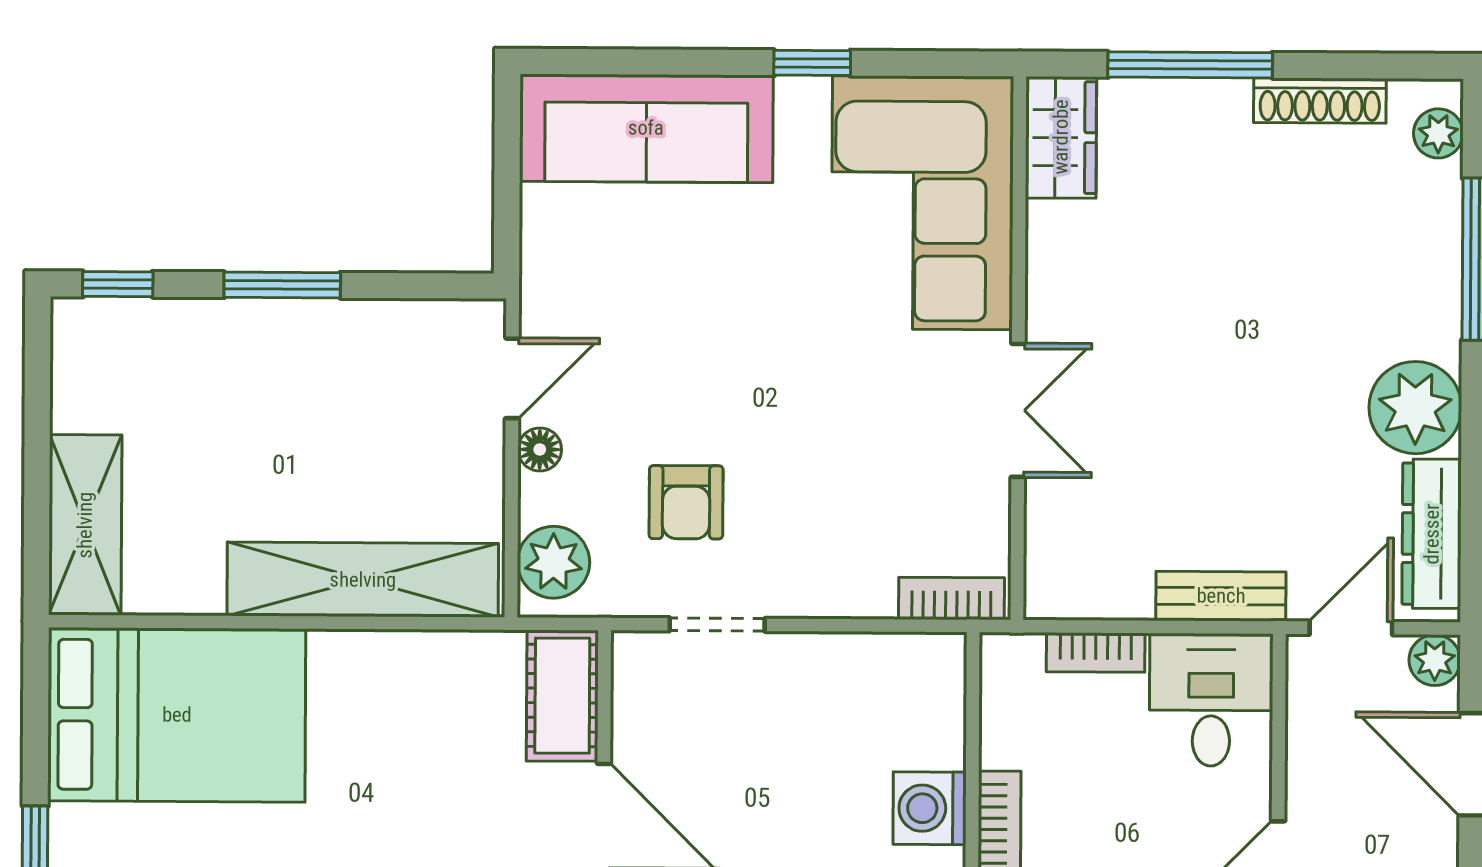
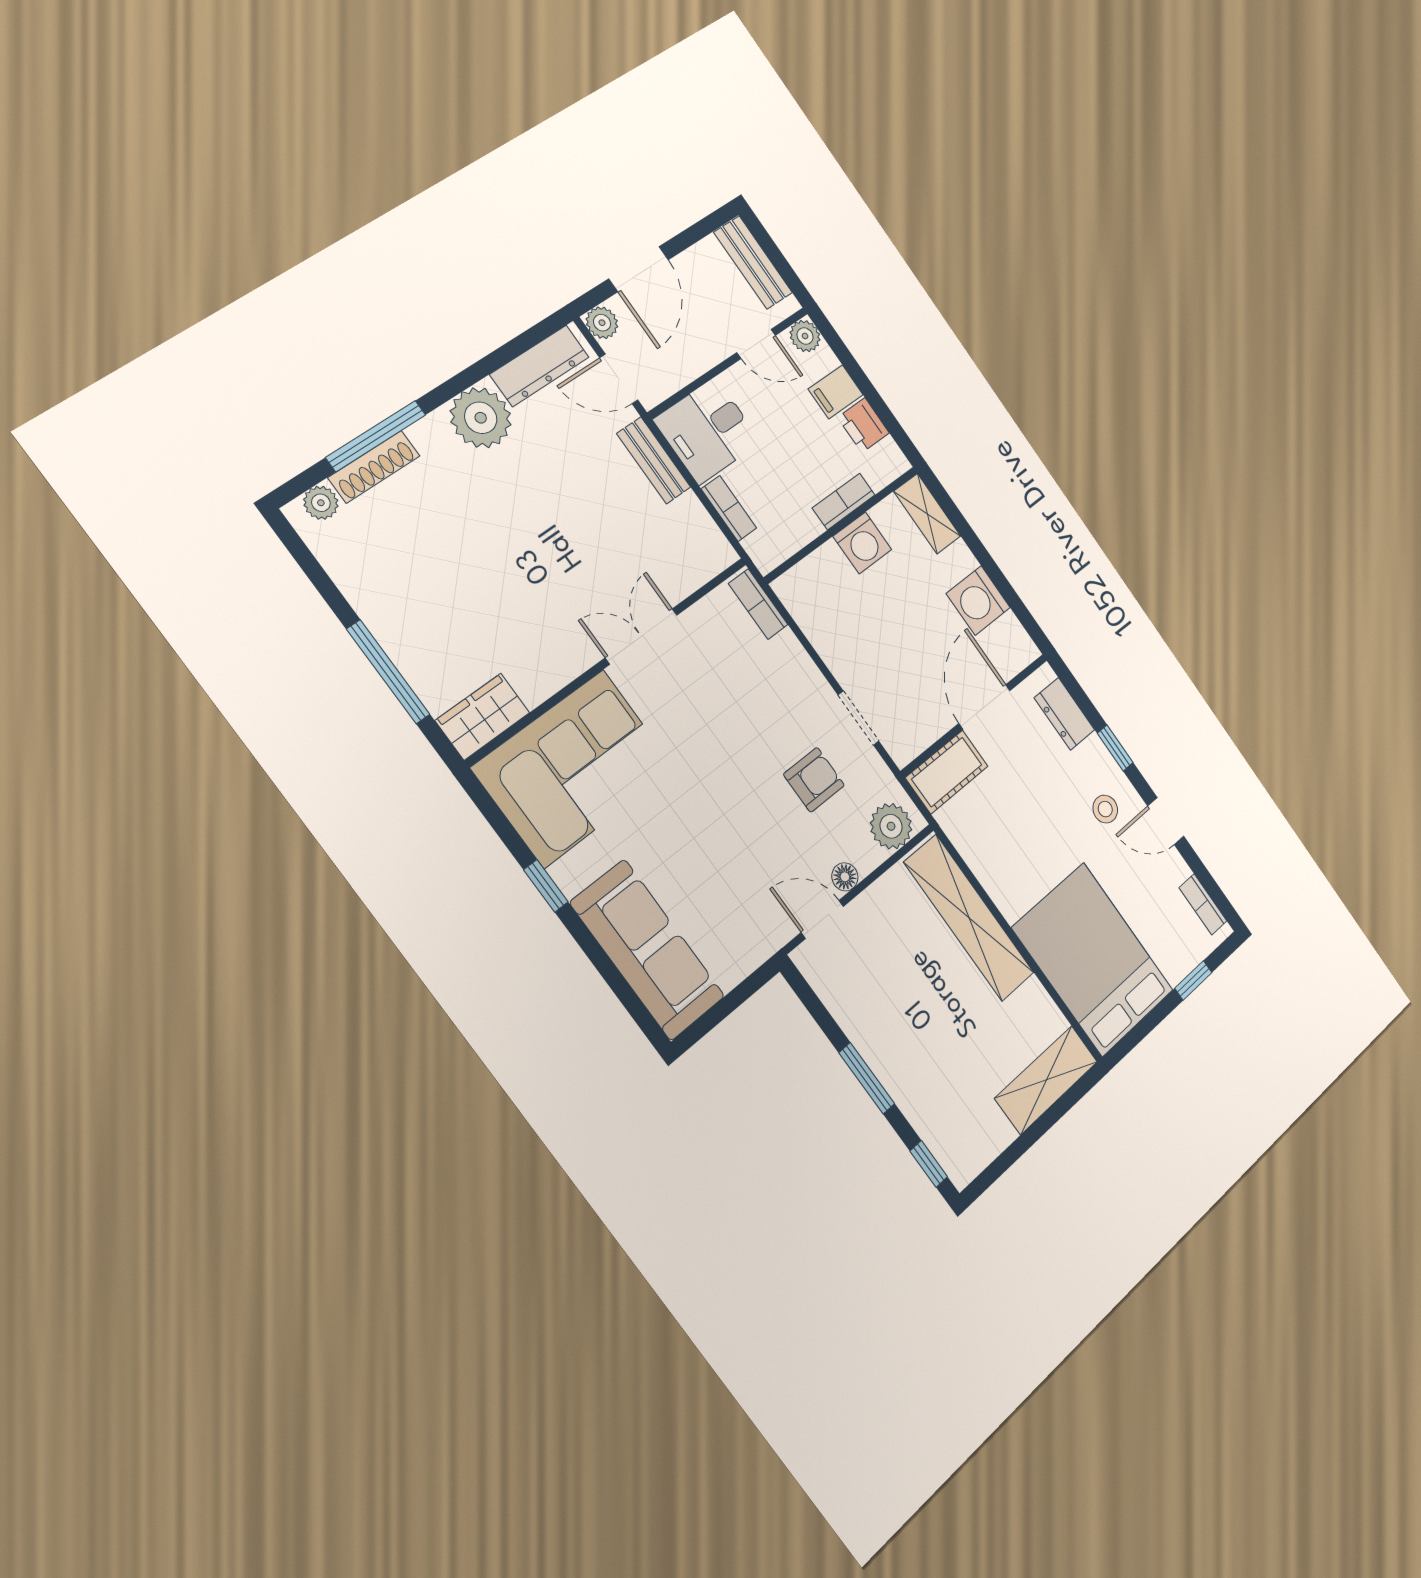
shoe rack: (1320, 101) -> (374, 467), moved, turned 90

